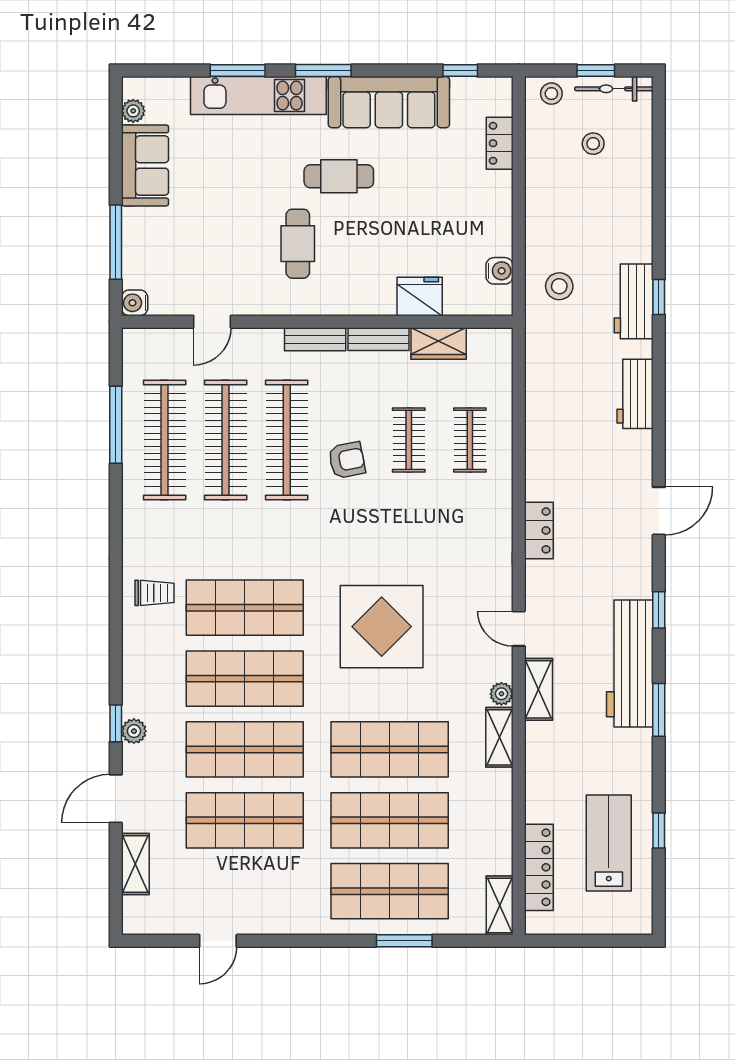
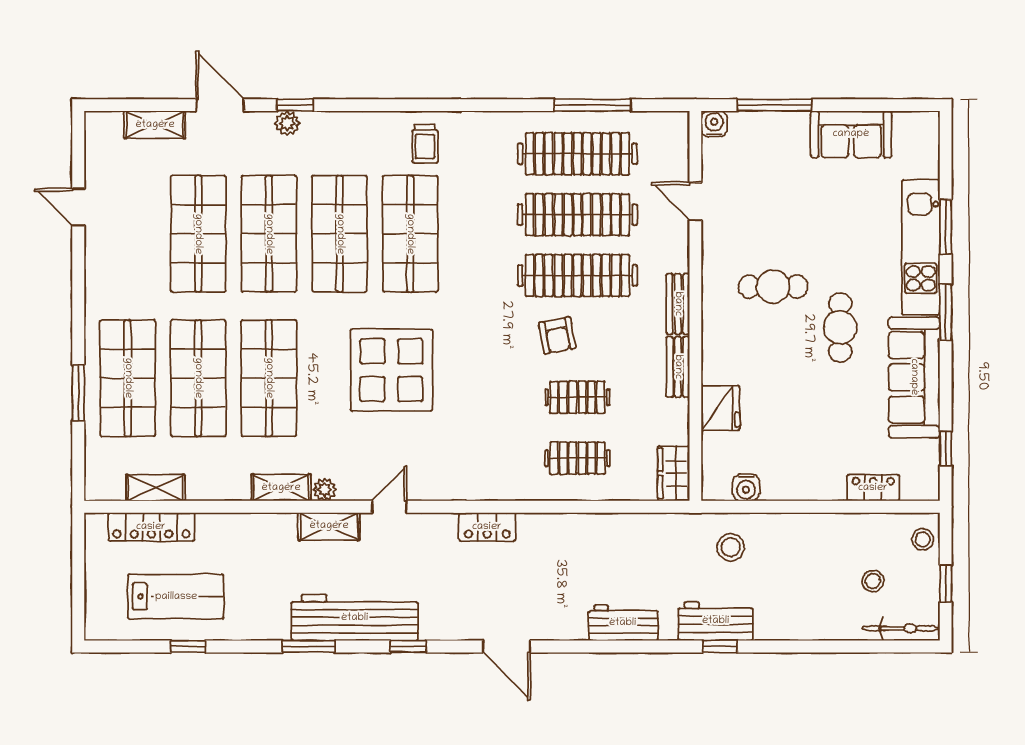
bicycle: (614, 89) -> (901, 628), moved, turned 90
plant: (133, 111) -> (905, 123), removed
wardrobe: (439, 344) -> (674, 473), moved
shelving: (500, 905) -> (156, 488), moved

